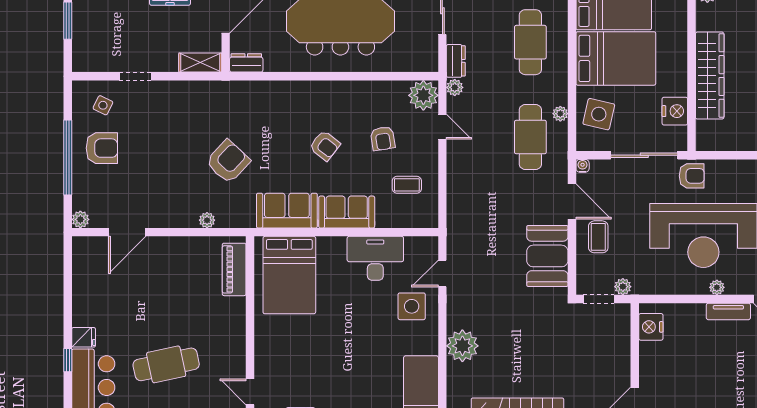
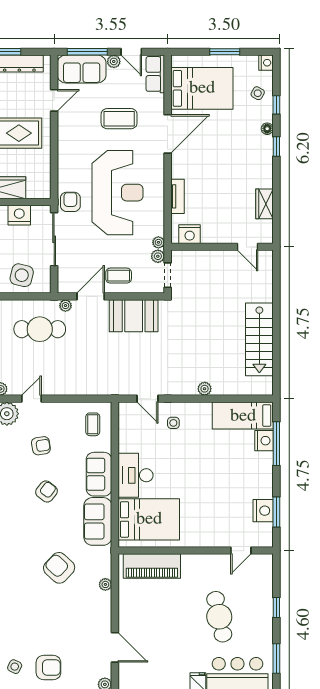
plant: (560, 114) -> (65, 306), moved
armchair: (102, 148) -> (48, 668), turned 90
water cooler: (583, 166) -> (62, 288), removed
coffee table: (407, 185) -> (93, 424), moved
desk: (375, 258) -> (135, 475), moved
piano: (234, 269) -> (152, 566), width x1.37, depth x1.33
plant: (717, 287) -> (158, 242), moved
side table: (412, 306) -> (173, 423), width x0.54, depth x0.54
tv unit: (728, 311) -> (177, 196), moved
plant: (462, 346) -> (205, 389), width x0.53, depth x0.53

